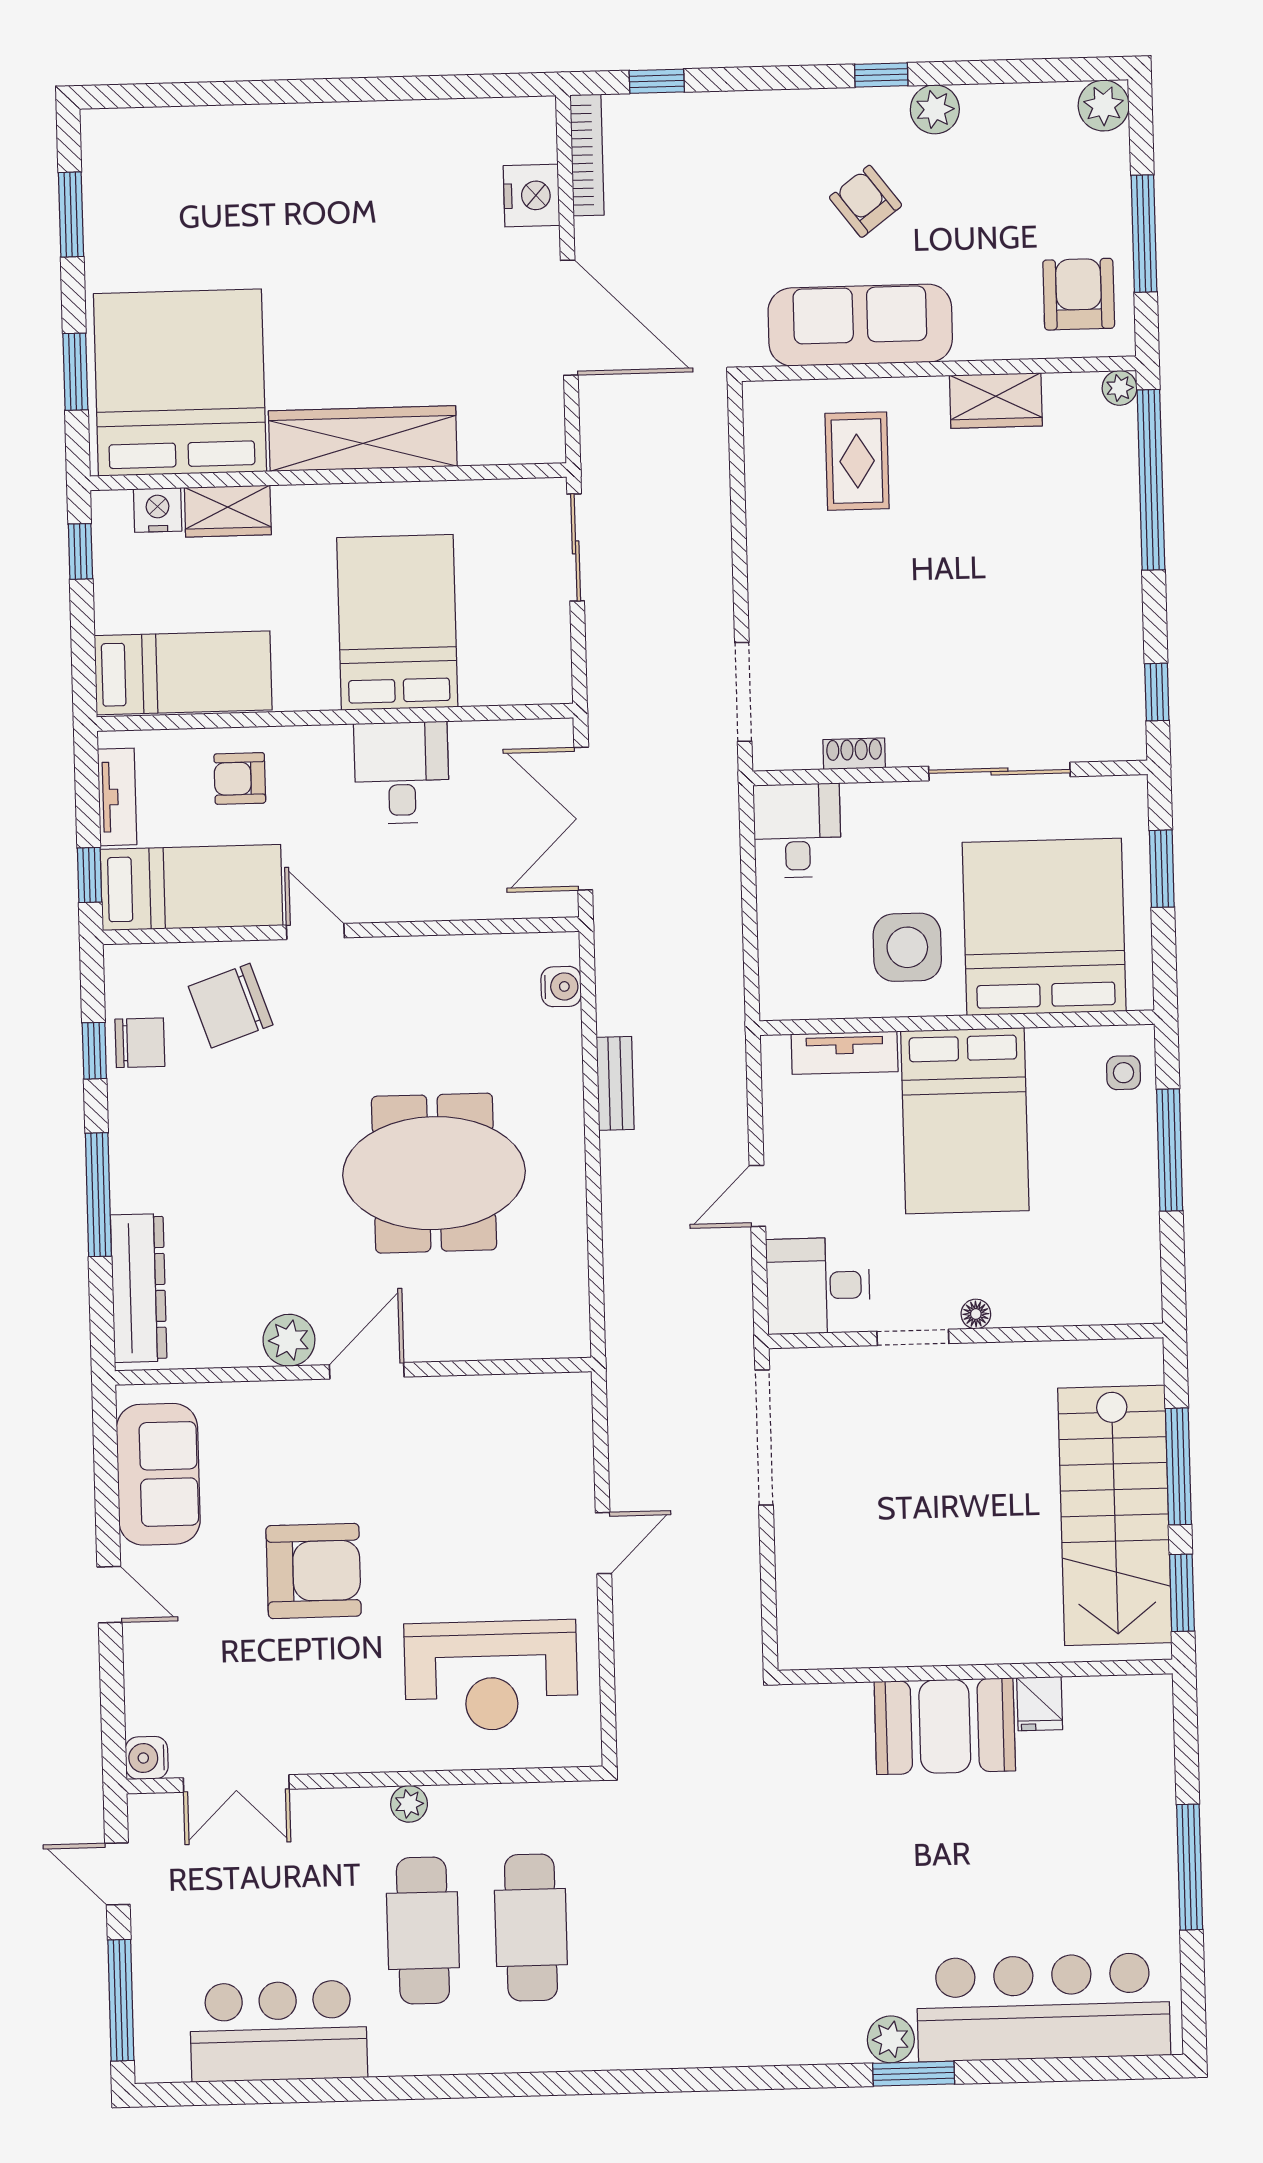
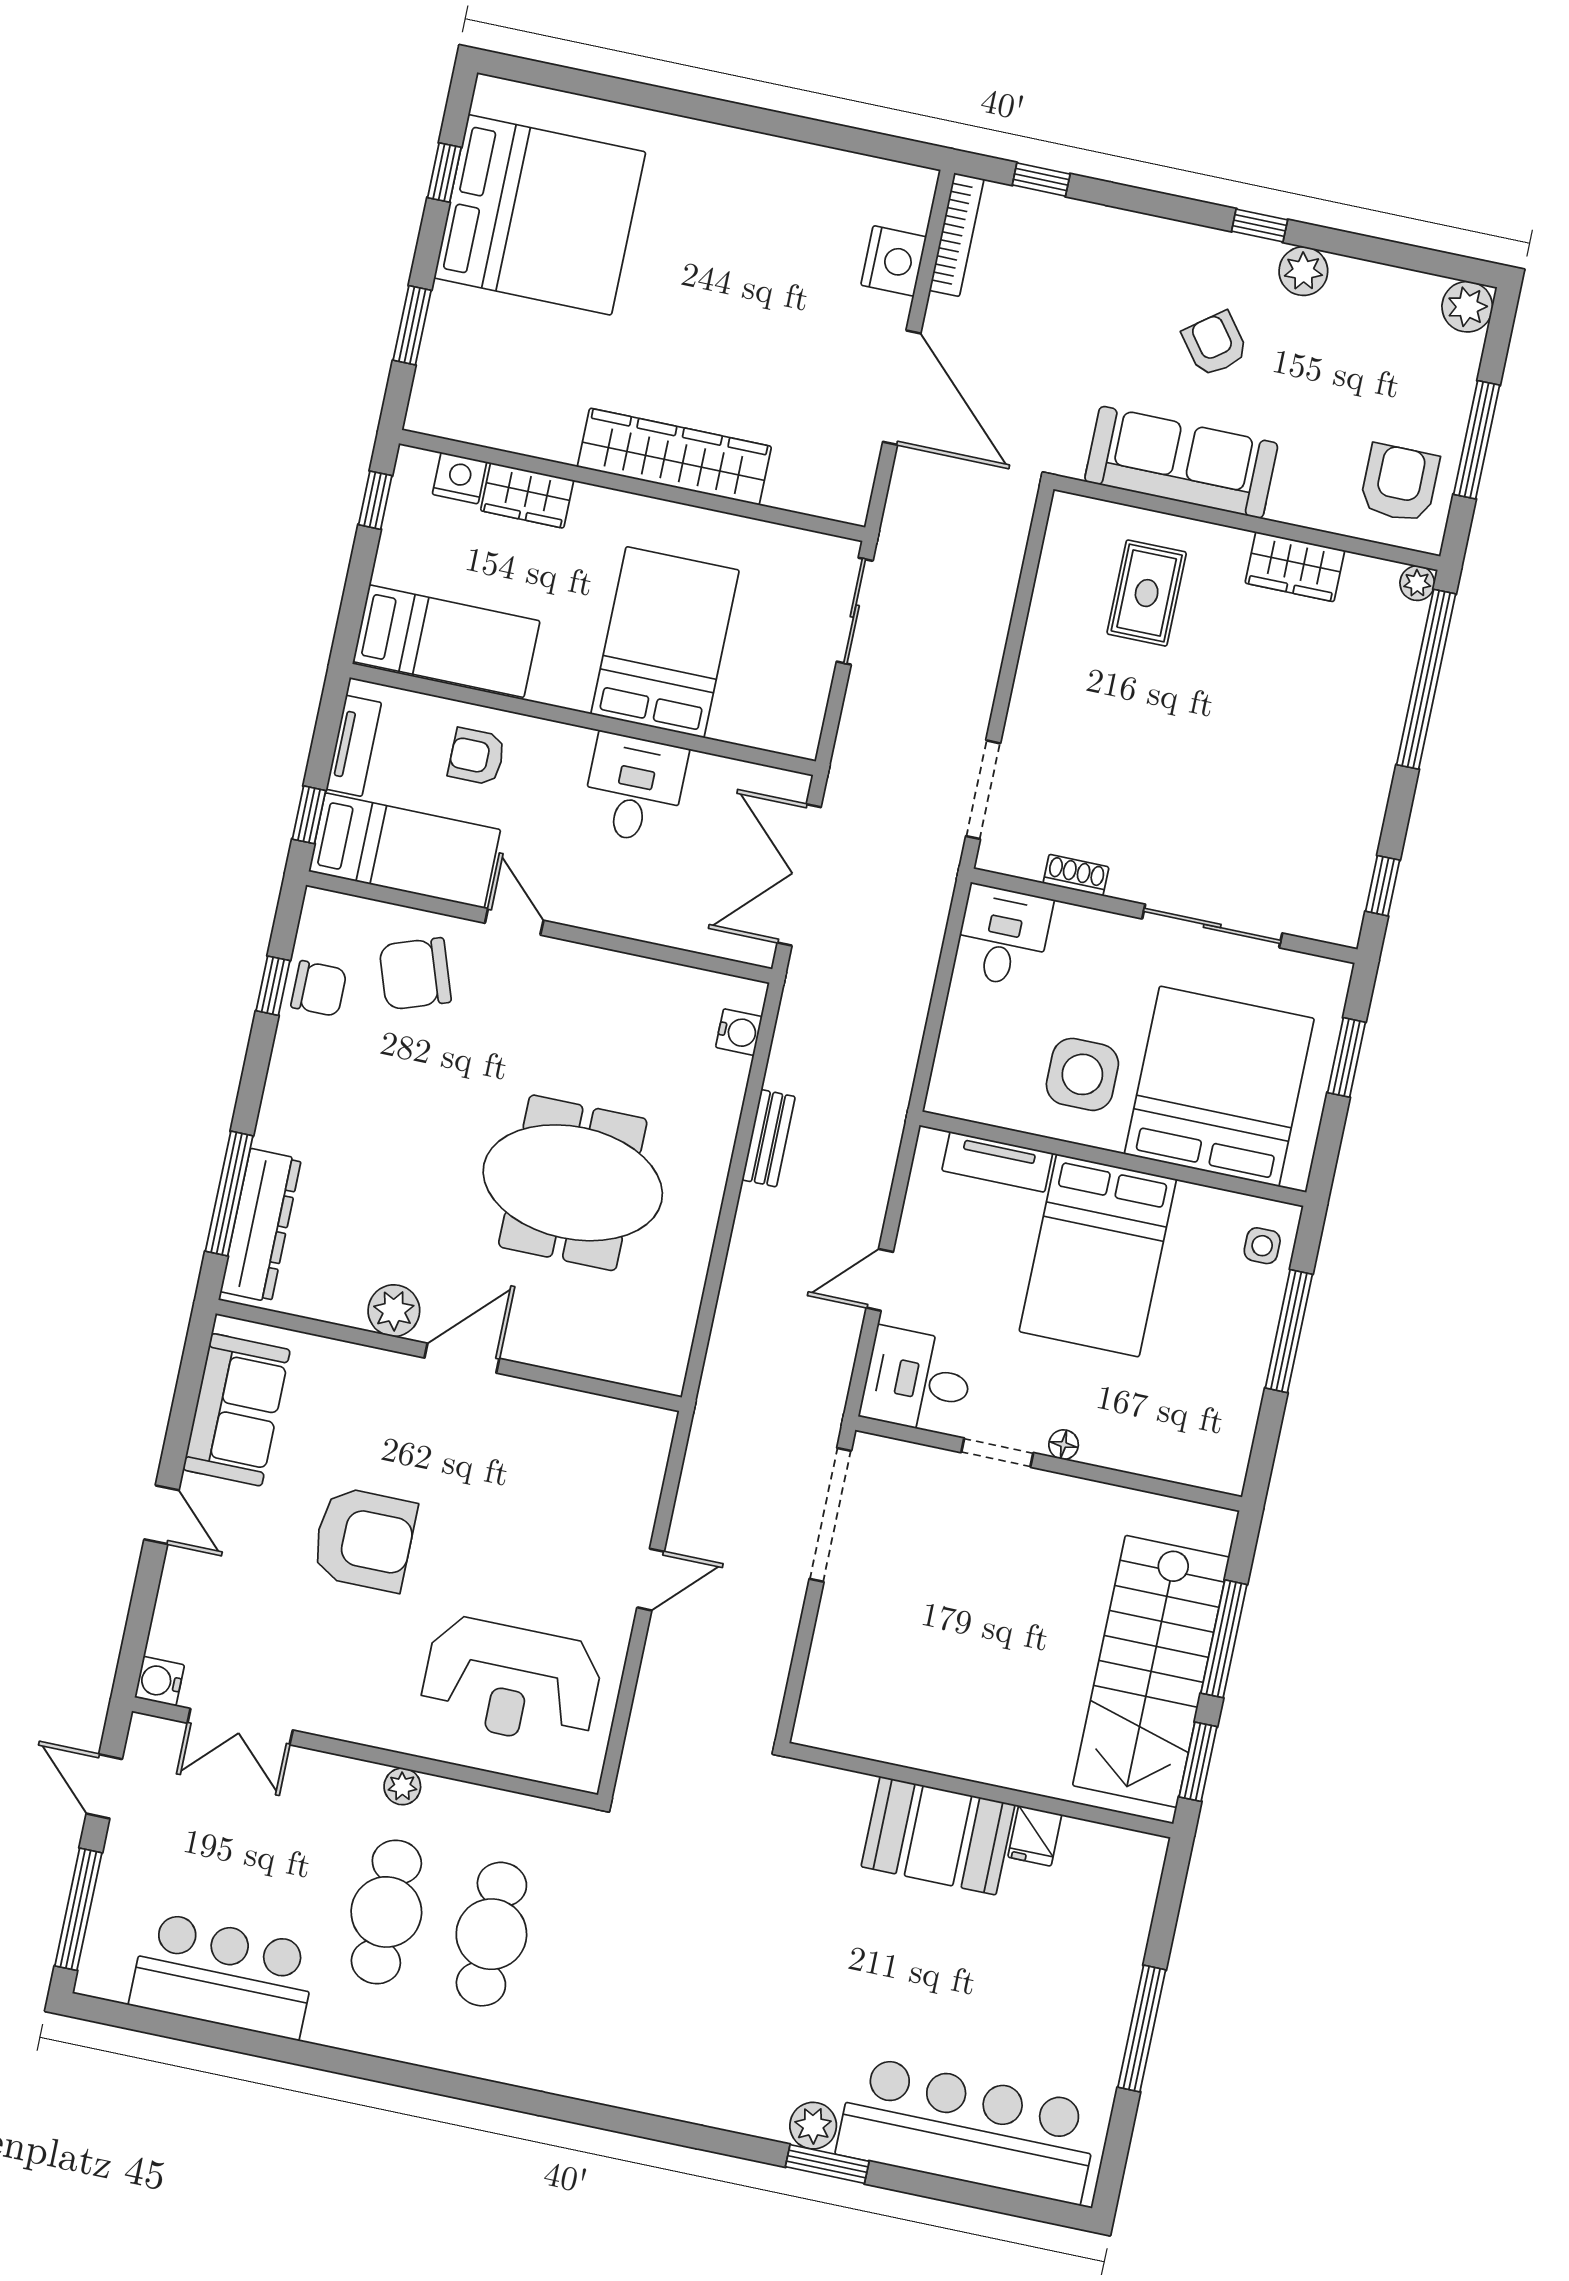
window: (71, 215) -> (444, 173), width x0.67
bed: (180, 383) -> (540, 215), moved, turned 90
window: (98, 1195) -> (229, 1194), moved

